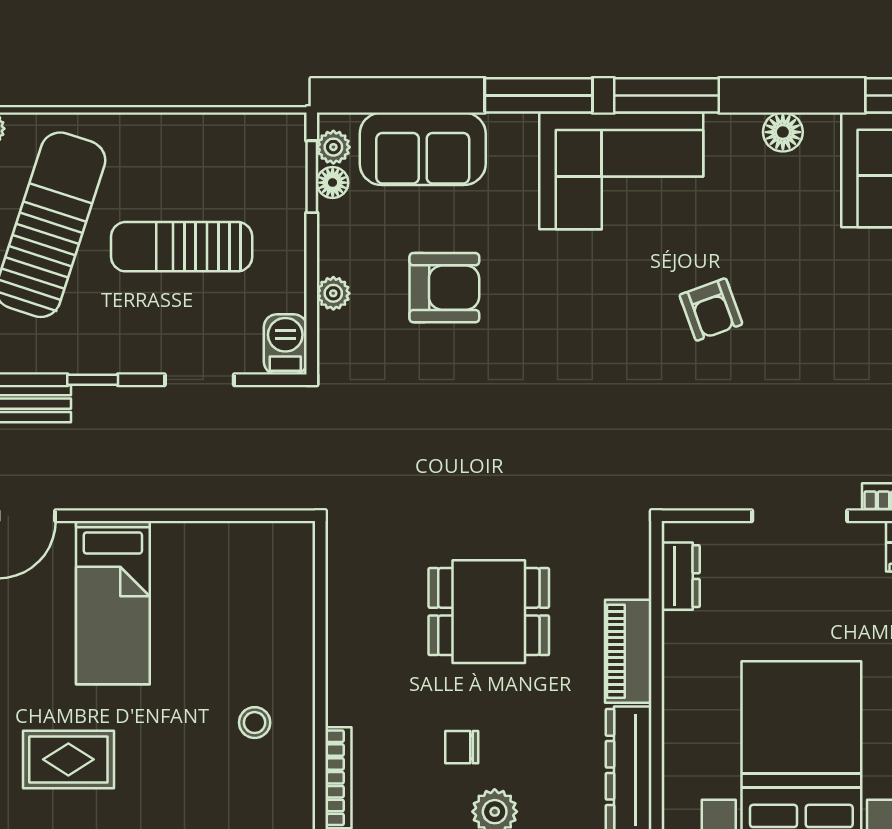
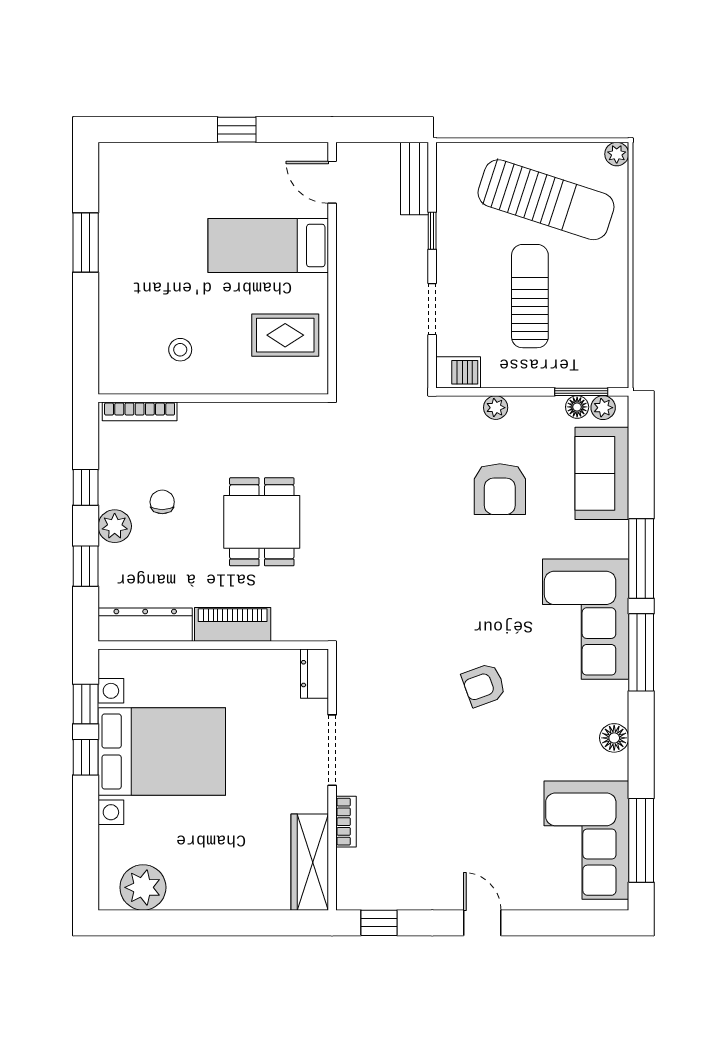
dresser: (681, 576) -> (314, 674), moved, turned 90
rug: (68, 759) -> (285, 335), moved, turned 90

